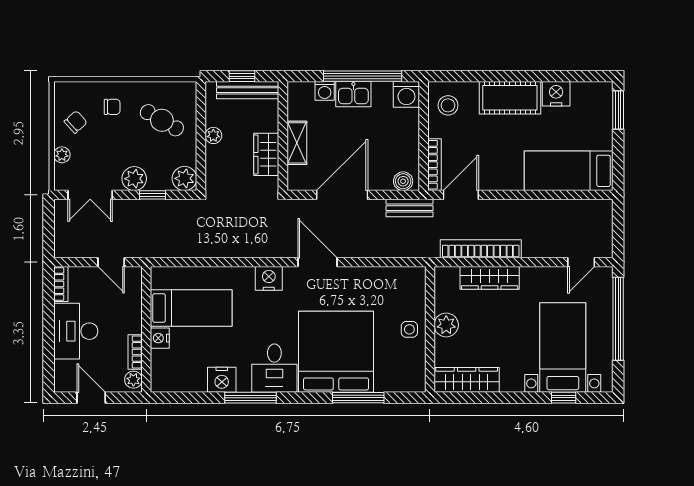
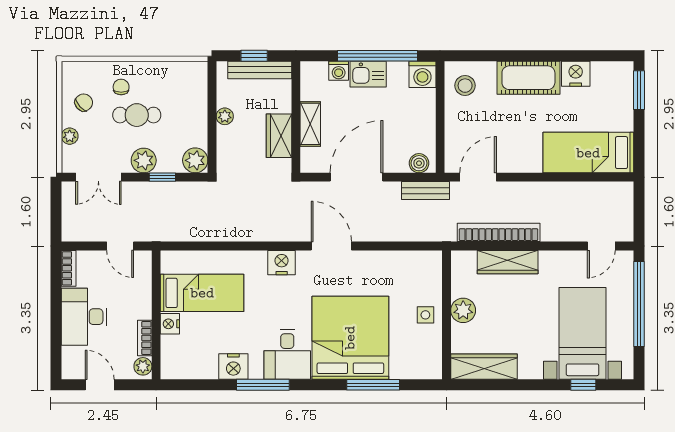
chair: (112, 107) -> (121, 87), turned -90
cafe table: (162, 120) -> (137, 115), moved, turned -30
bookcase: (435, 165) -> (451, 146), removed

